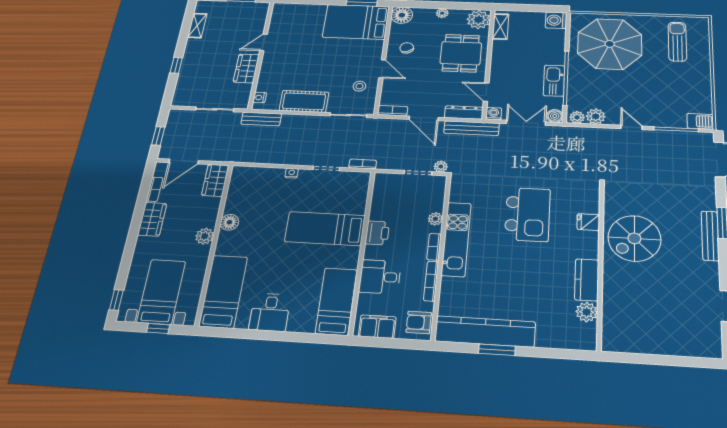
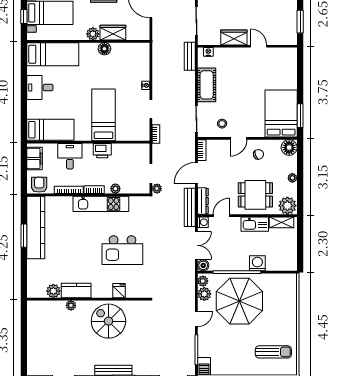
washing machine: (556, 20) -> (257, 263), moved
parasol: (610, 44) -> (239, 301), moved
kitchen sink: (554, 81) -> (255, 224), moved, turned 180
wardrobe: (215, 180) -> (113, 33), moved
plant: (610, 288) -> (71, 305), added

